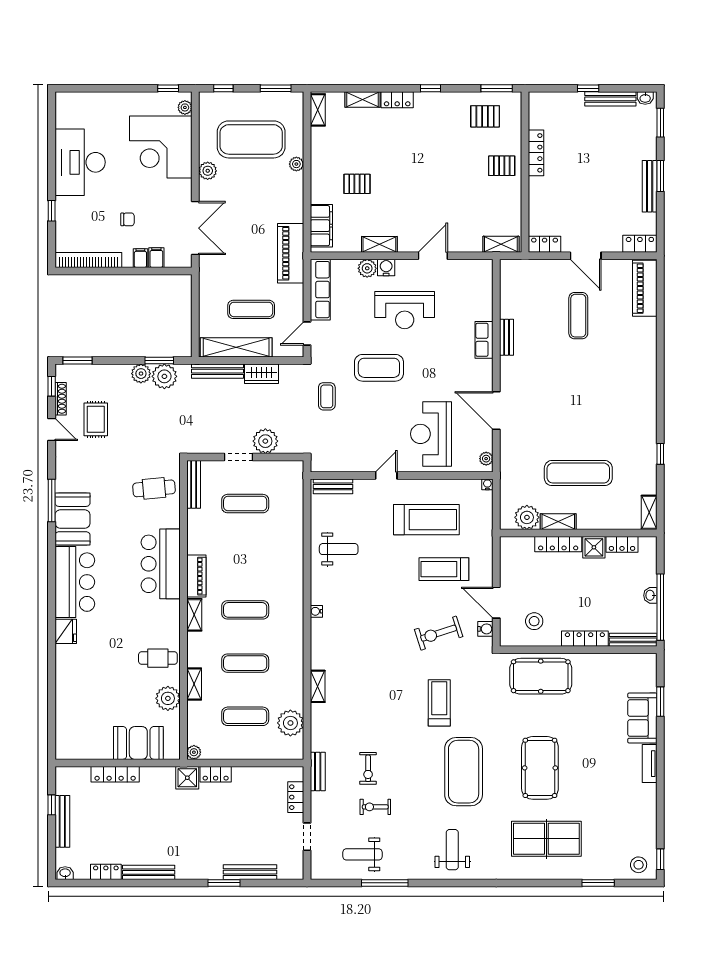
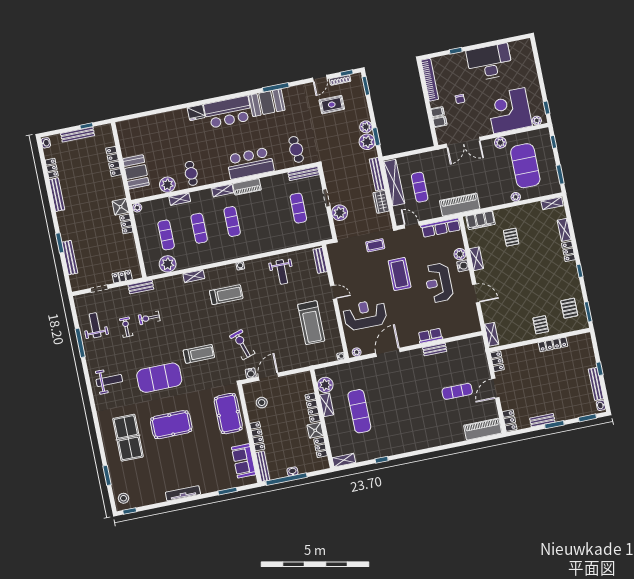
bench: (650, 186) -> (542, 420), width x0.73
treadmill: (444, 569) -> (226, 295), moved, turned 90
sofa: (642, 718) -> (244, 461), moved, turned -90
tv unit: (650, 764) -> (183, 493), width x1.41

